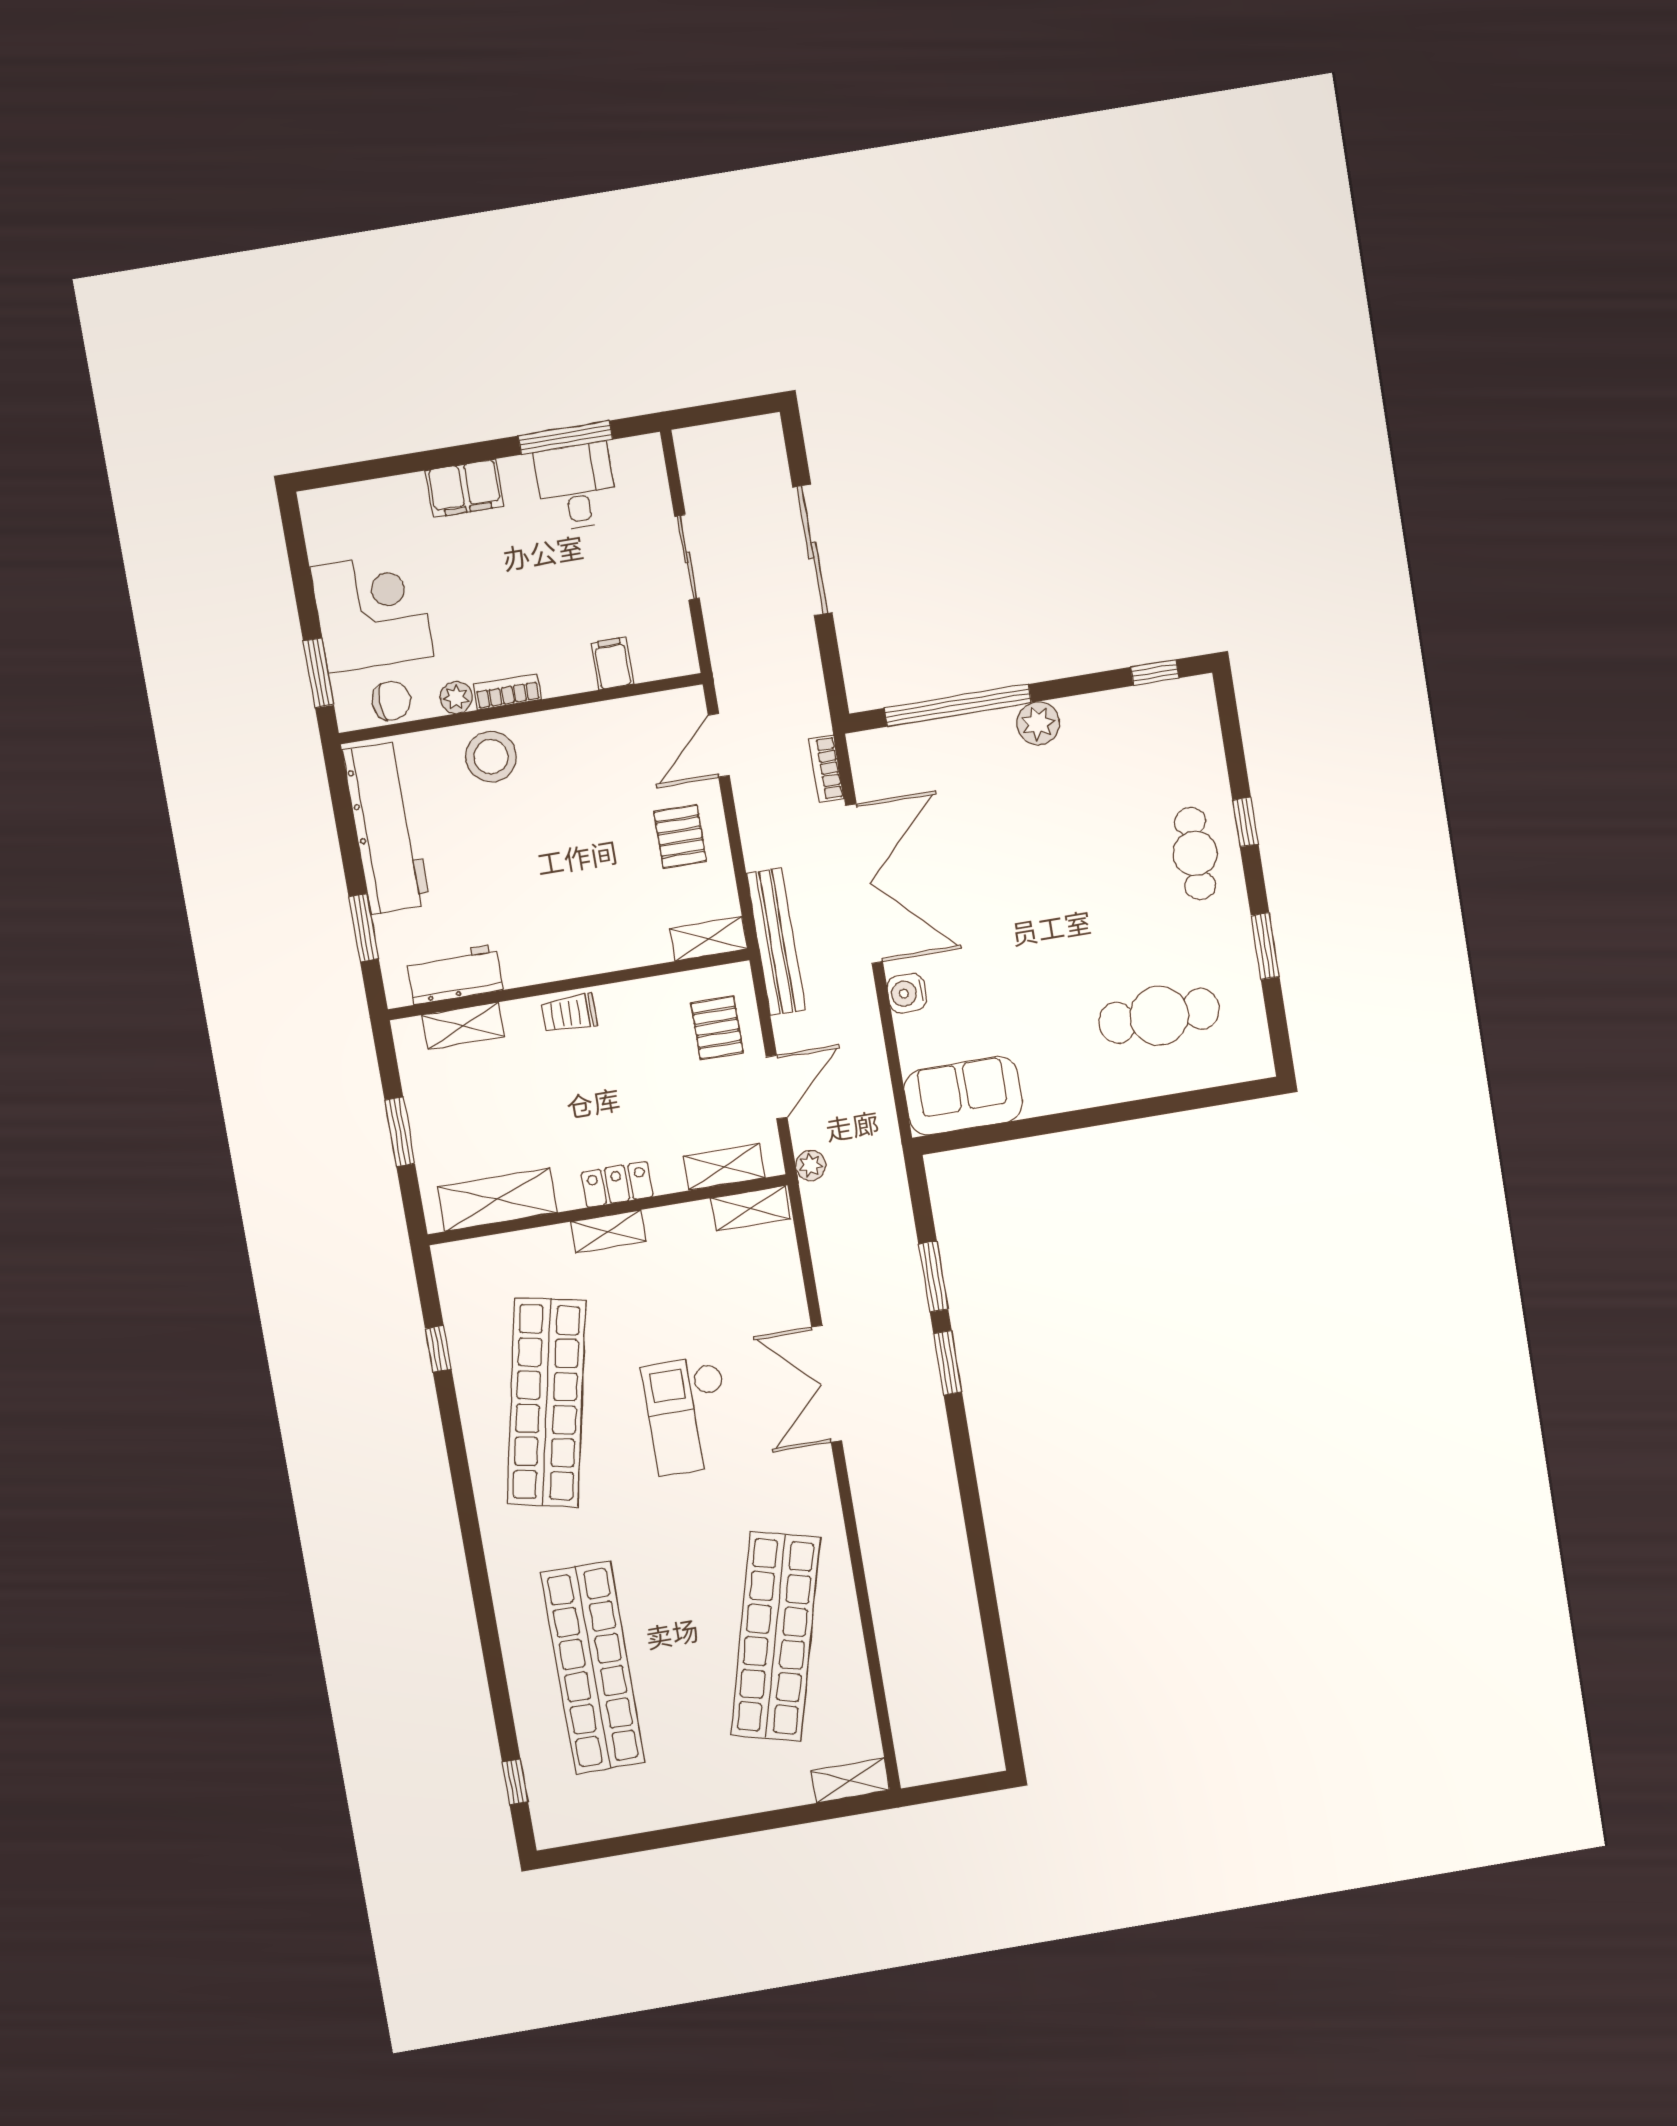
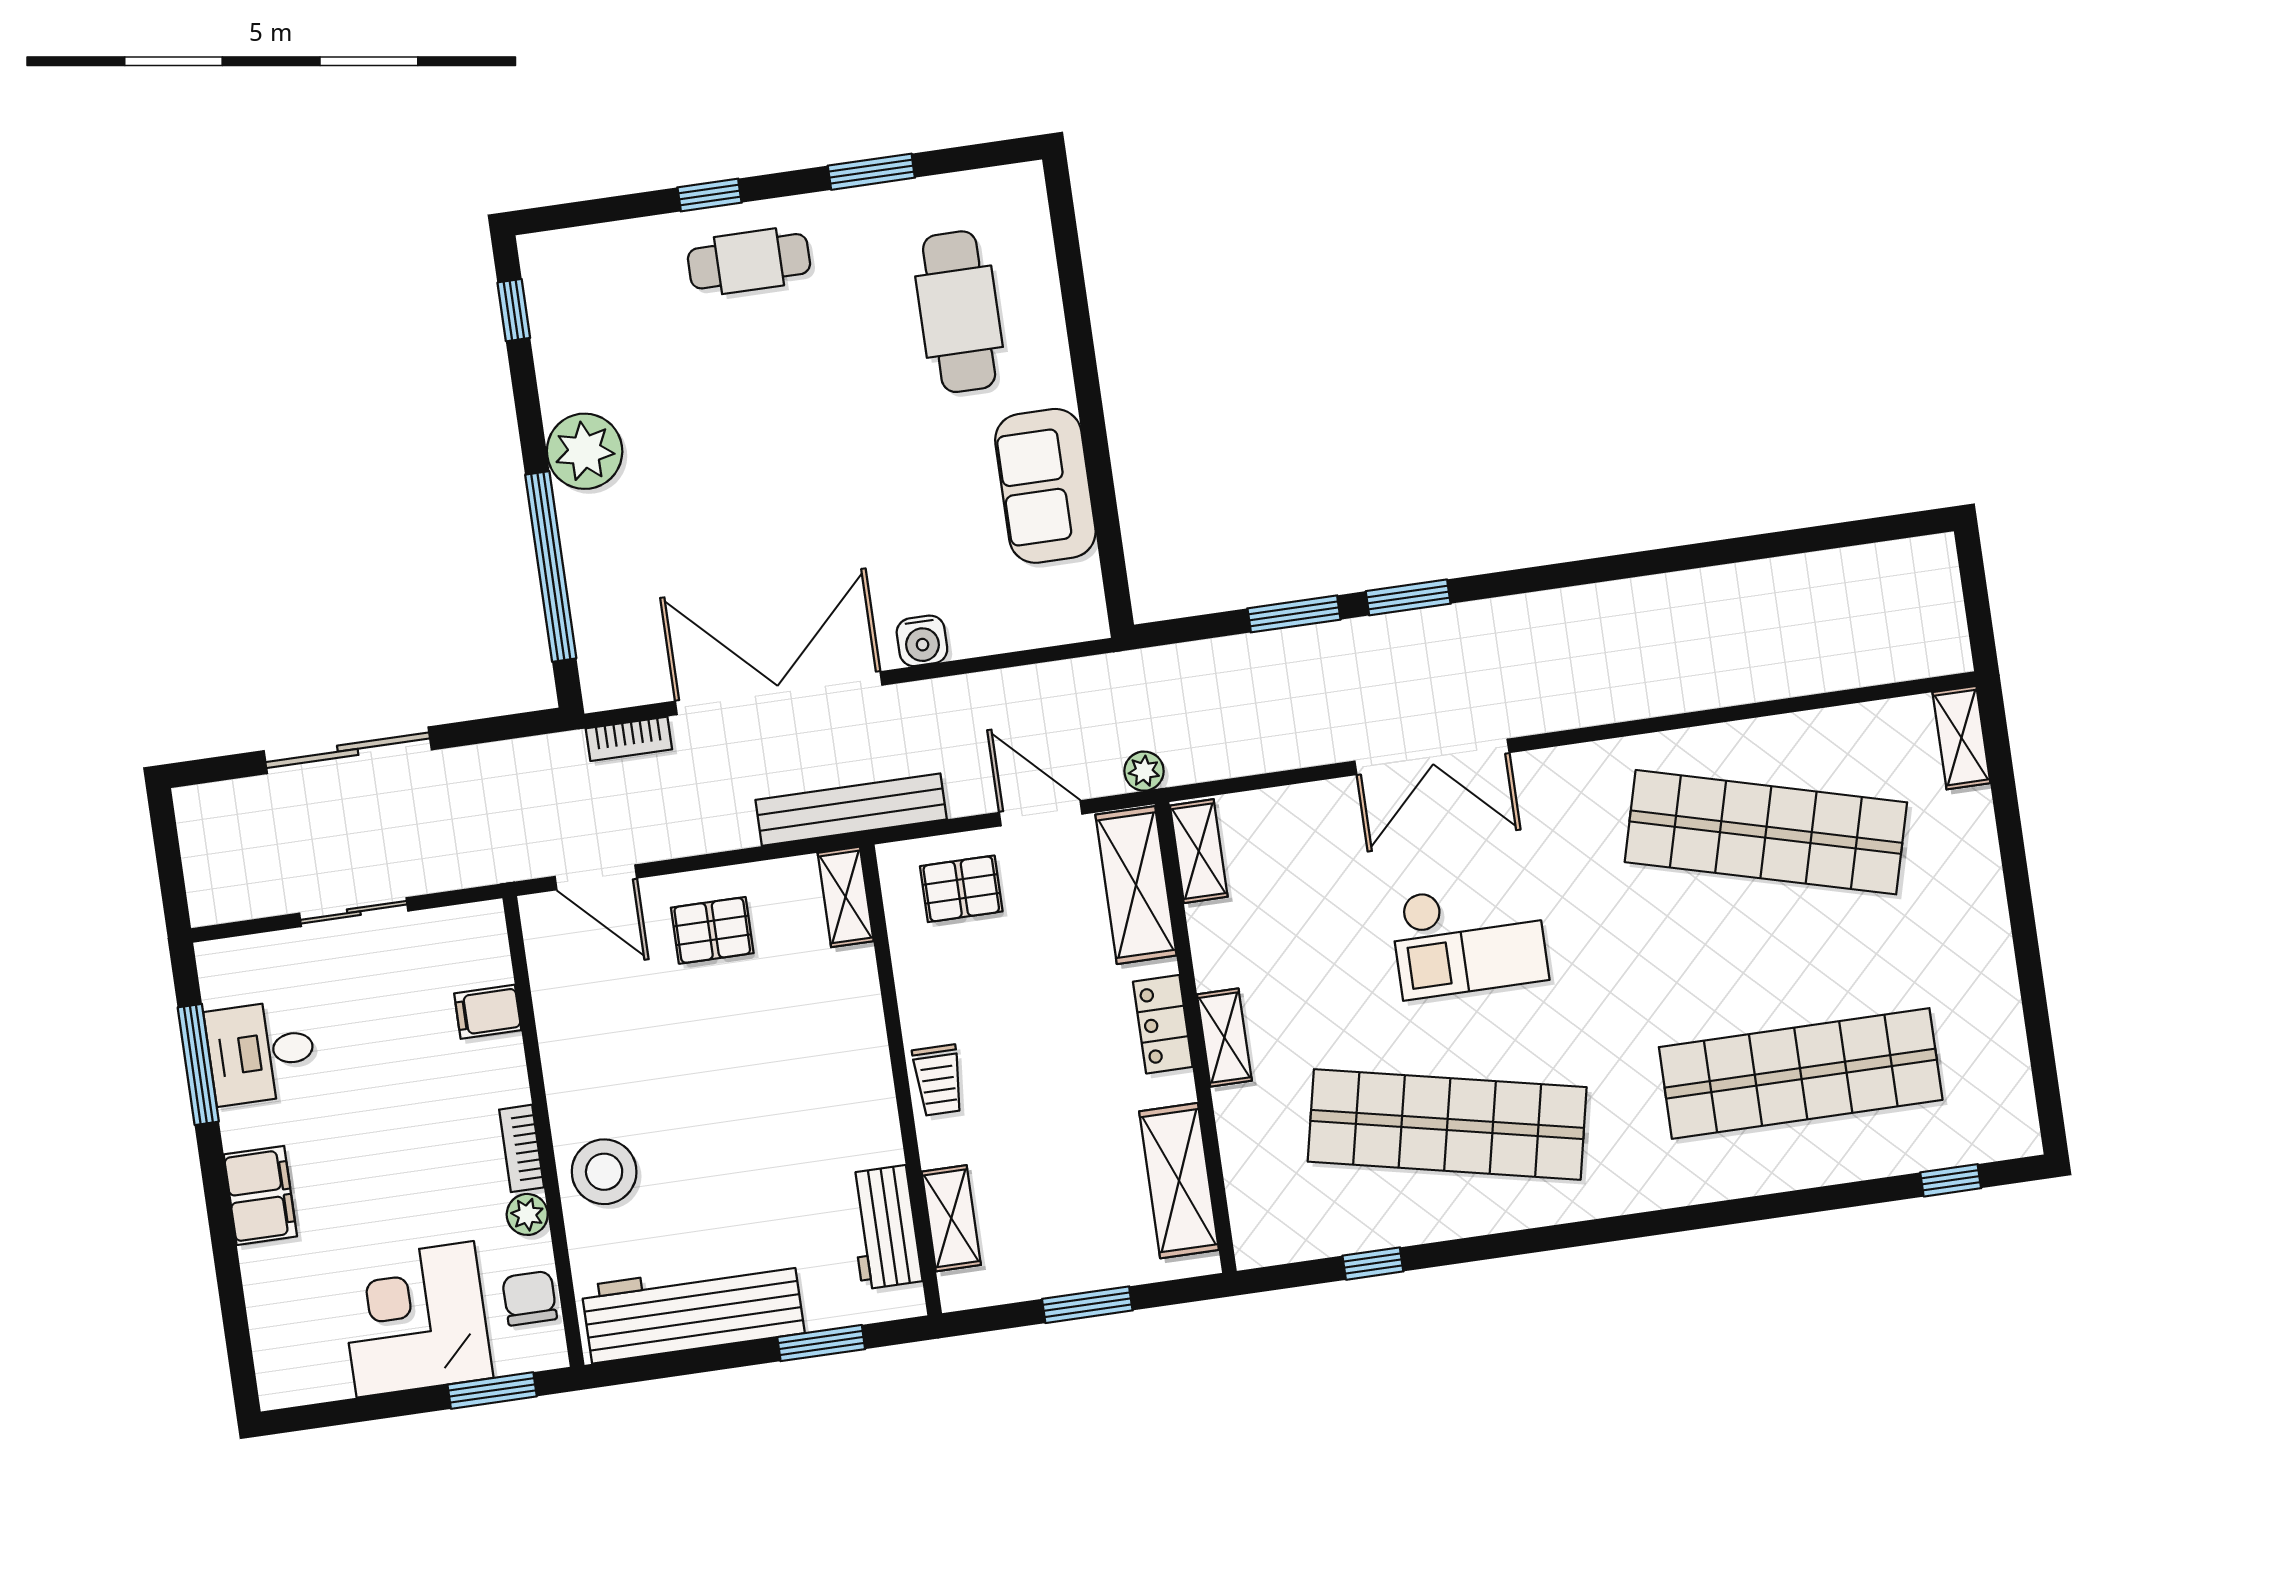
plant: (1038, 723) -> (585, 451), width x1.36, depth x1.36
sofa: (963, 1096) -> (1045, 486), moved
shelving: (724, 1167) -> (1136, 885), width x1.50, depth x1.33

